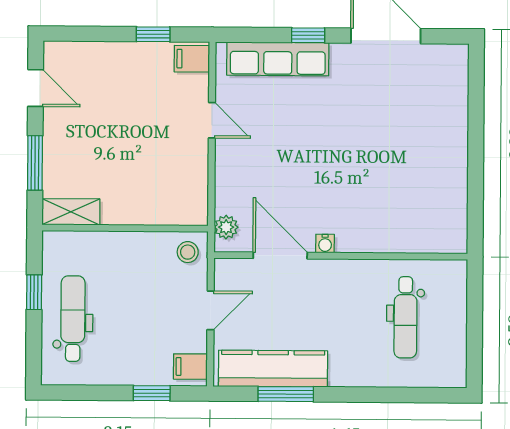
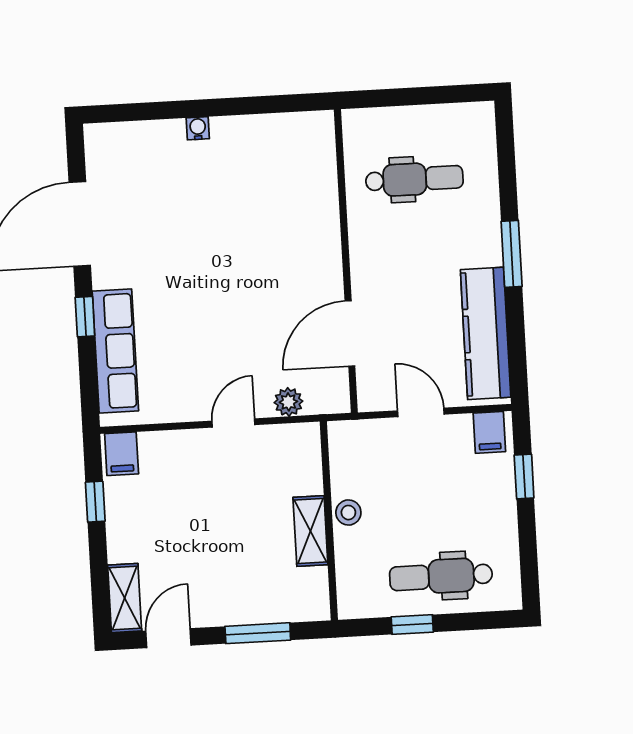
shelving: (71, 54) -> (125, 598), added
door: (212, 120) -> (233, 423), moved
shelving: (71, 212) -> (310, 531), moved
plant: (226, 227) -> (288, 402), moved
water cooler: (325, 244) -> (198, 128), moved, turned -90
stool: (188, 252) -> (348, 513), moved
window: (286, 394) -> (512, 254), moved

